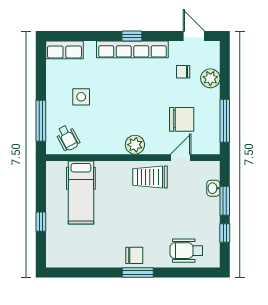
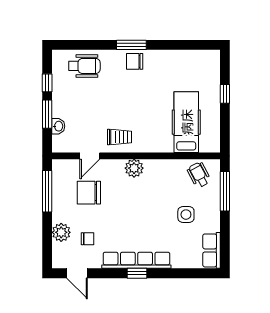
row of seats: (64, 50) -> (212, 250), moved, turned -90
trolley: (150, 177) -> (119, 137), width x0.73, depth x0.72

